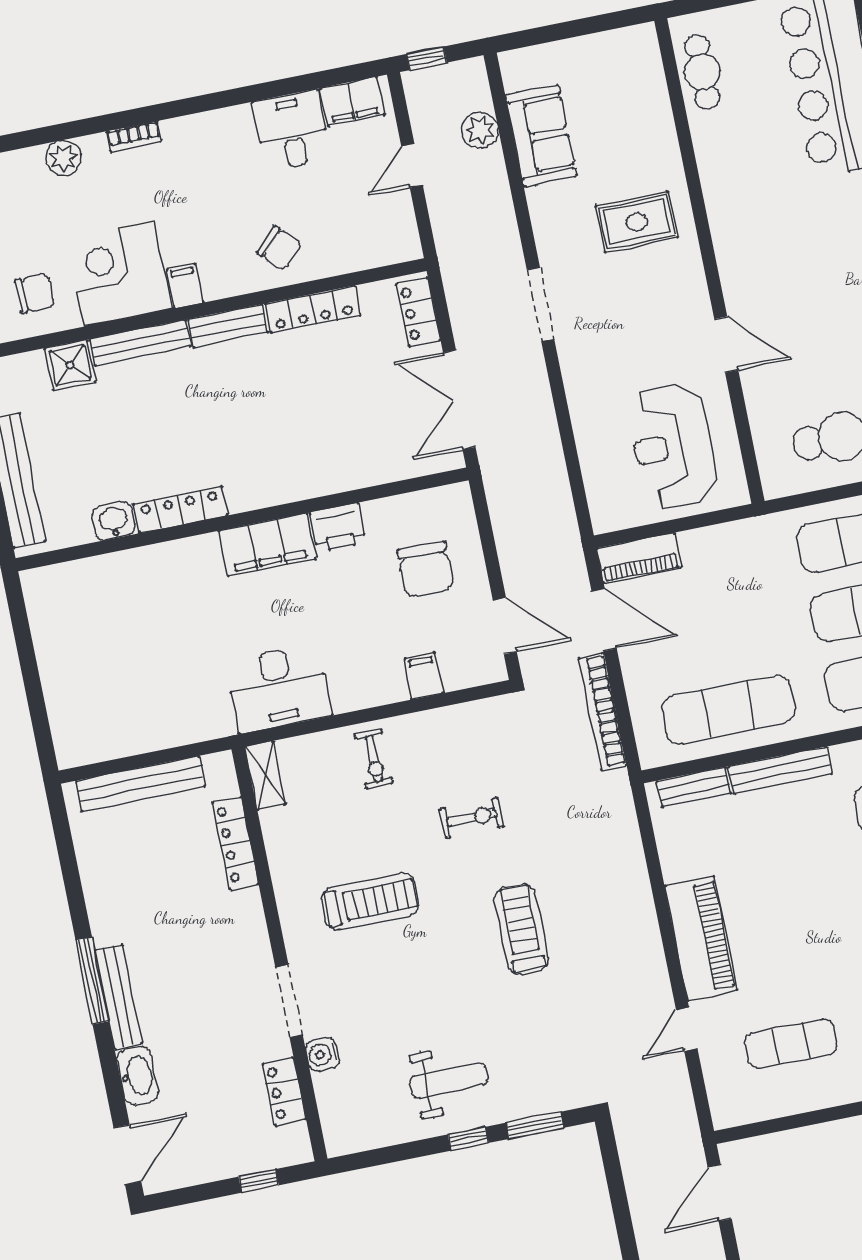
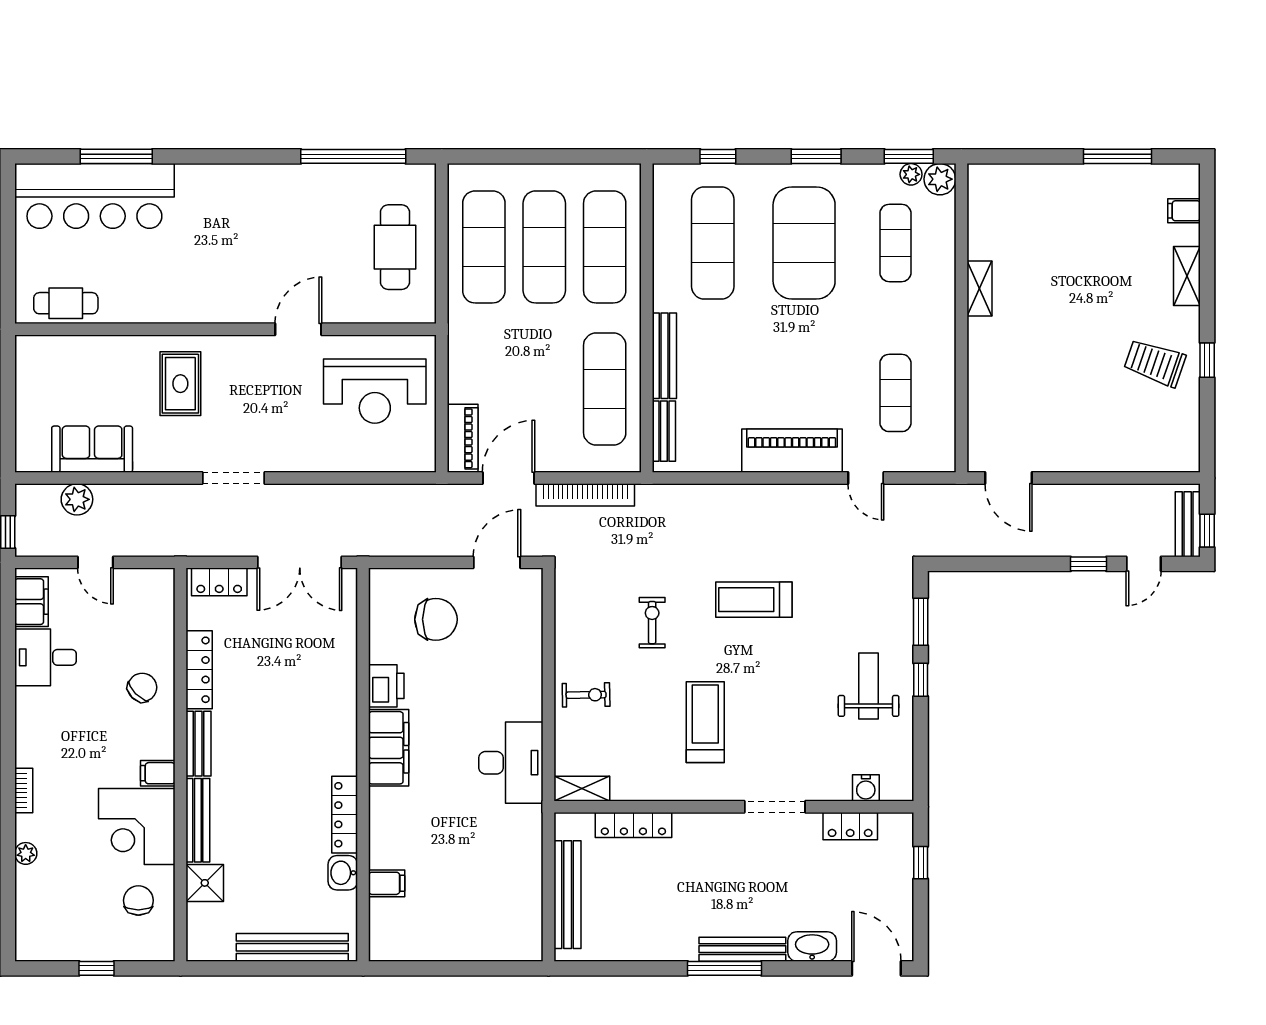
plant: (63, 158) -> (26, 853), width x0.73, depth x0.73
filing cabinet: (424, 676) -> (387, 883), moved, turned 180
water cooler: (322, 1054) -> (866, 788), moved

